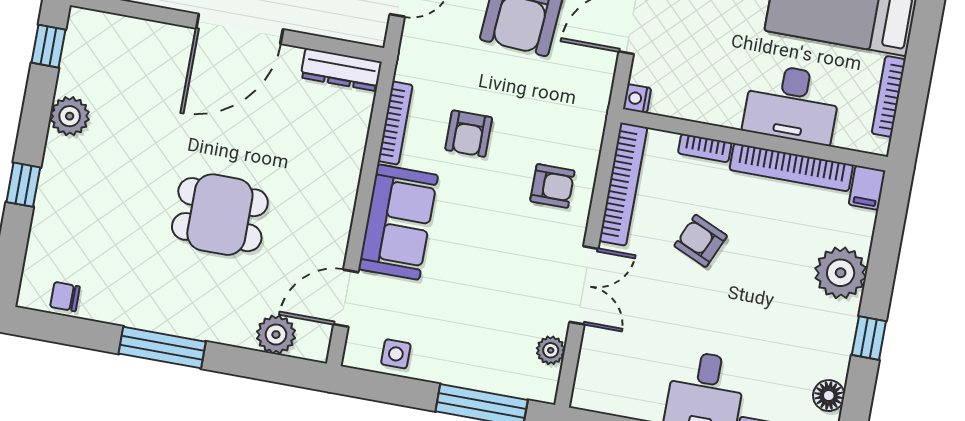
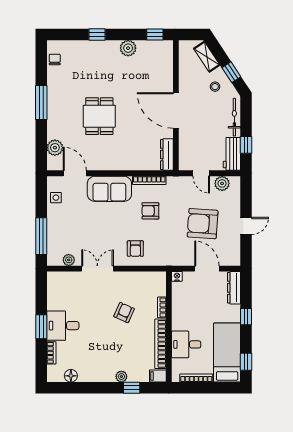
desk: (792, 104) -> (186, 344), width x0.73
bookcase: (623, 184) -> (141, 277), removed
plant: (841, 273) -> (121, 376), width x0.53, depth x0.53
double door: (584, 285) -> (97, 269), swing flipped
window: (869, 338) -> (132, 388), moved

